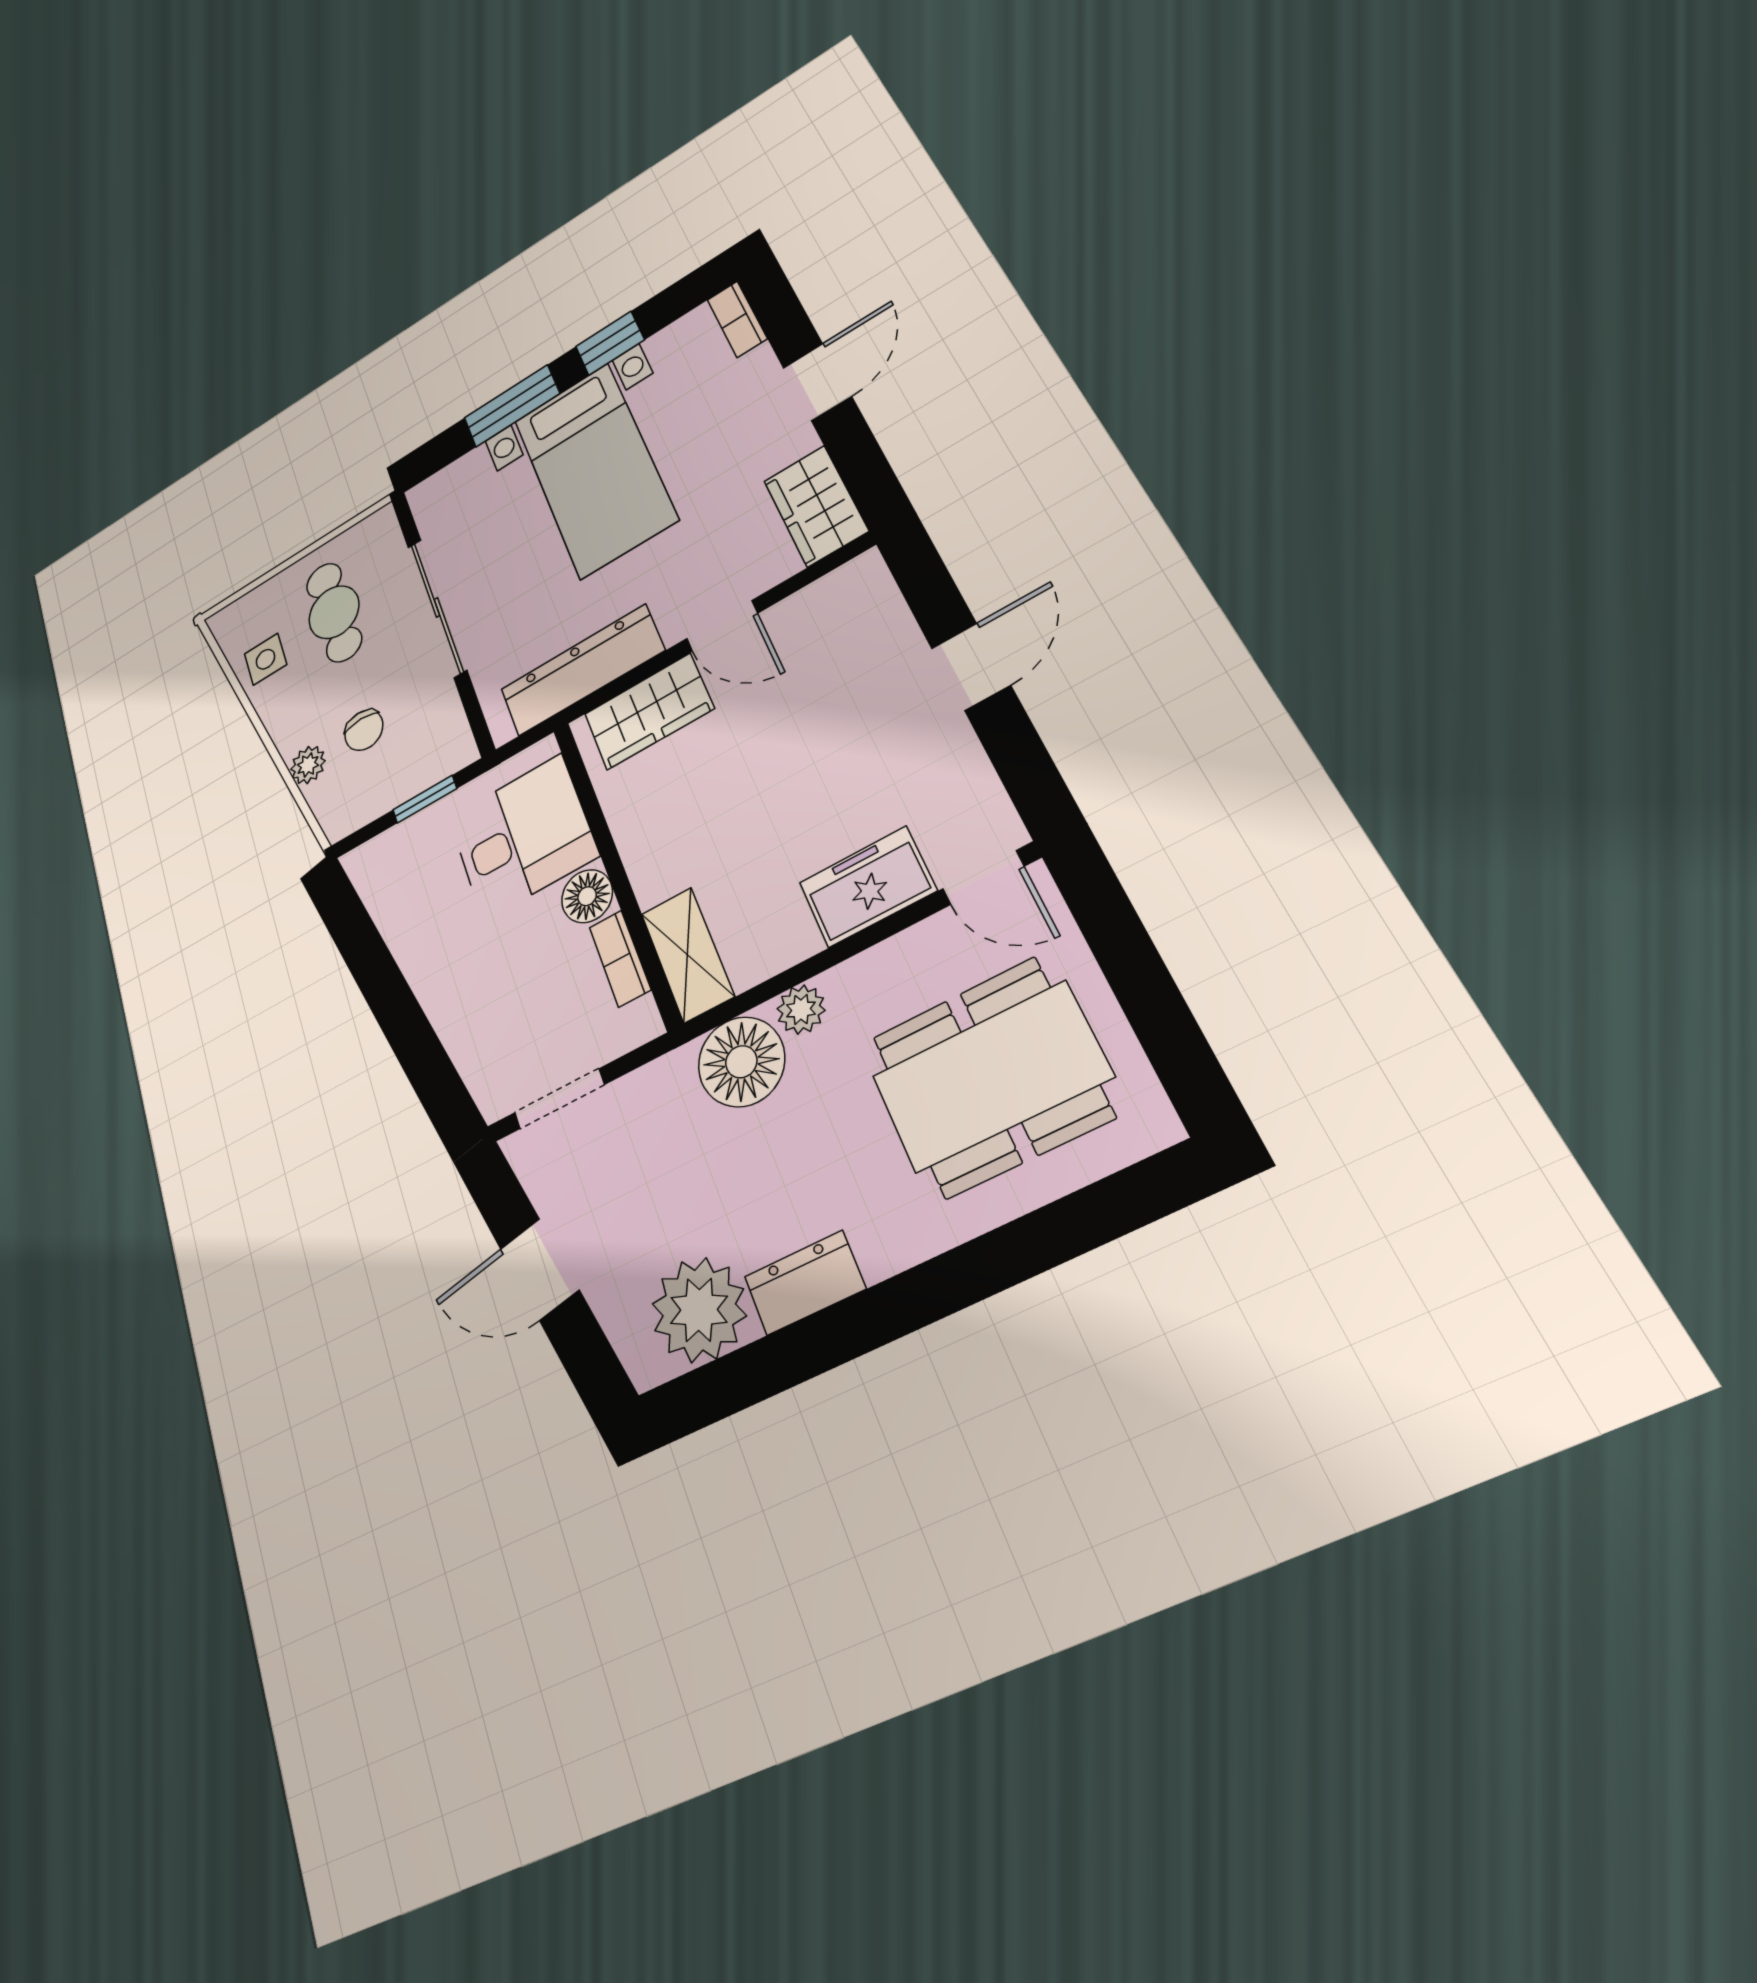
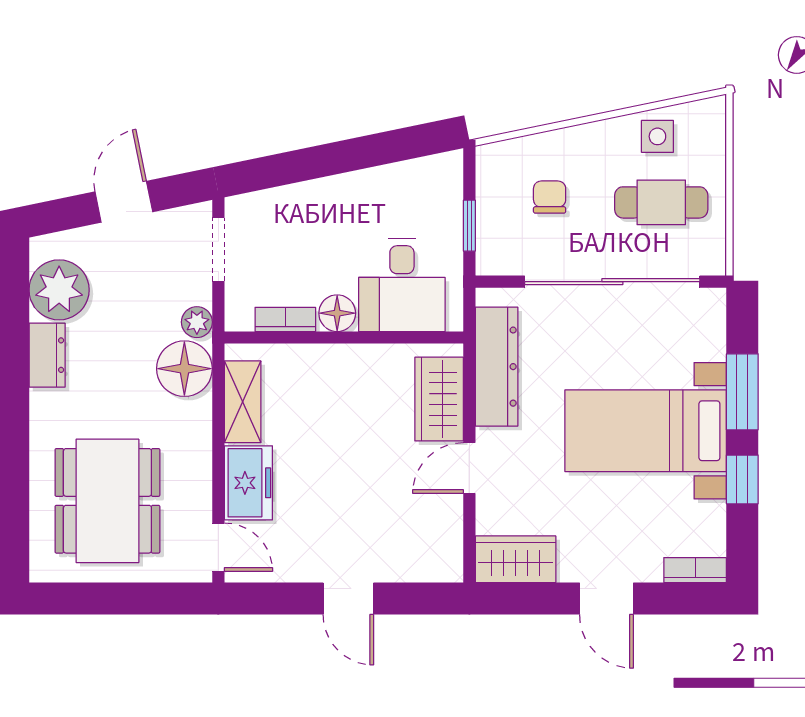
sliding door: (437, 607) -> (612, 282), width x1.36
chair: (364, 730) -> (550, 197), turned 90
plant: (308, 765) -> (549, 146), removed
door: (983, 878) -> (218, 547), swing flipped
shelving: (687, 955) -> (243, 402), moved, turned 90
plant: (801, 1010) -> (197, 322), moved

